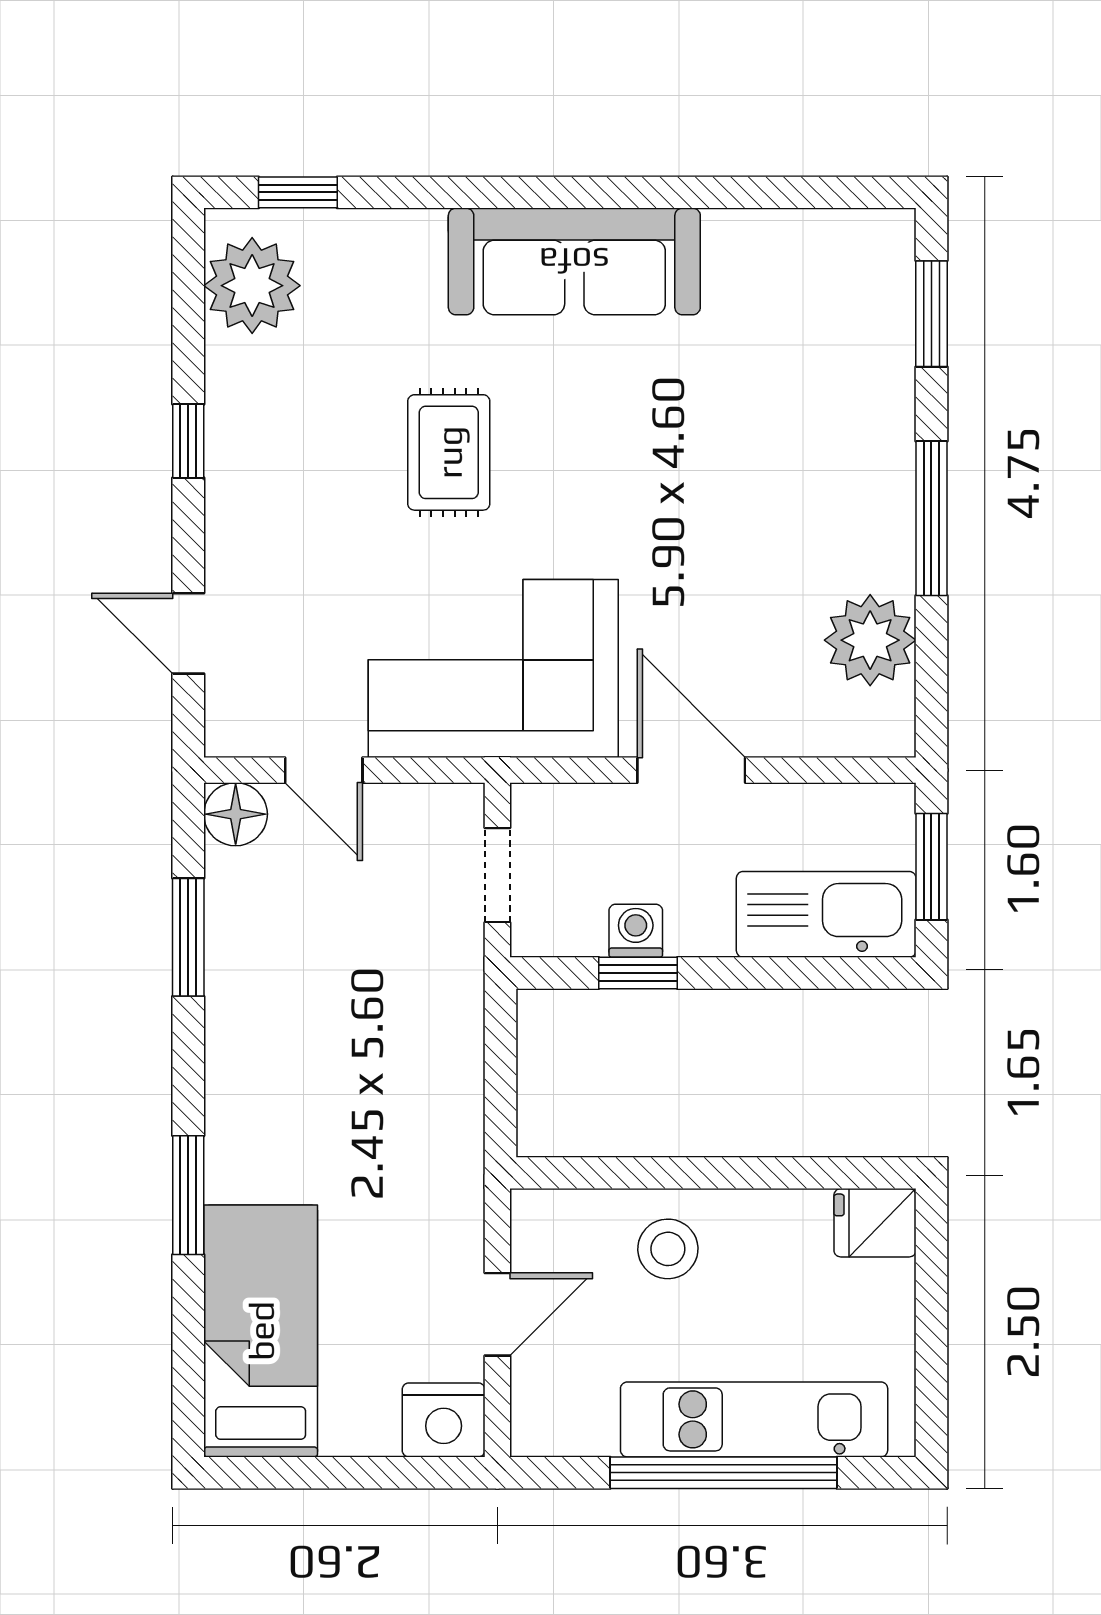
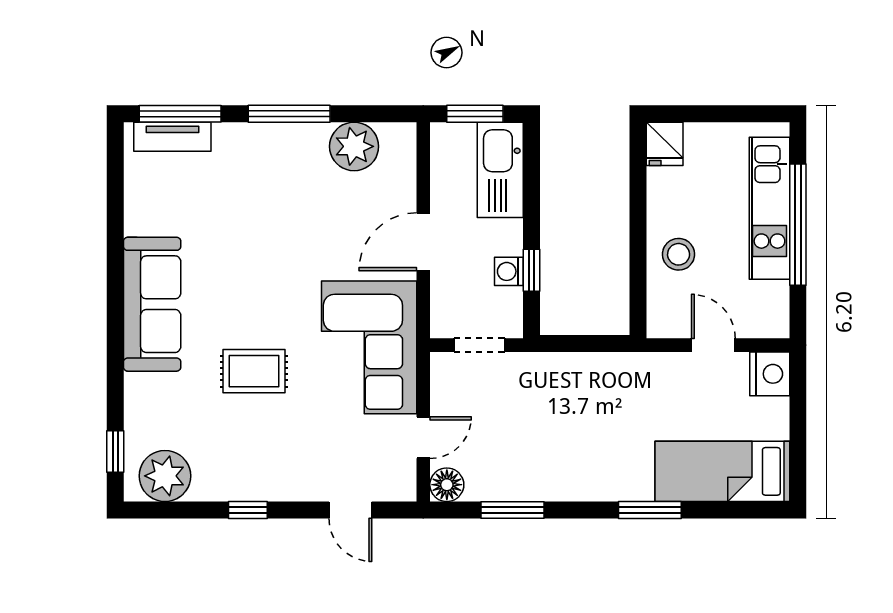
tv unit: (888, 300) -> (172, 137), added
window: (931, 314) -> (180, 114), width x1.44
door: (188, 633) -> (350, 510), hinge flipped

